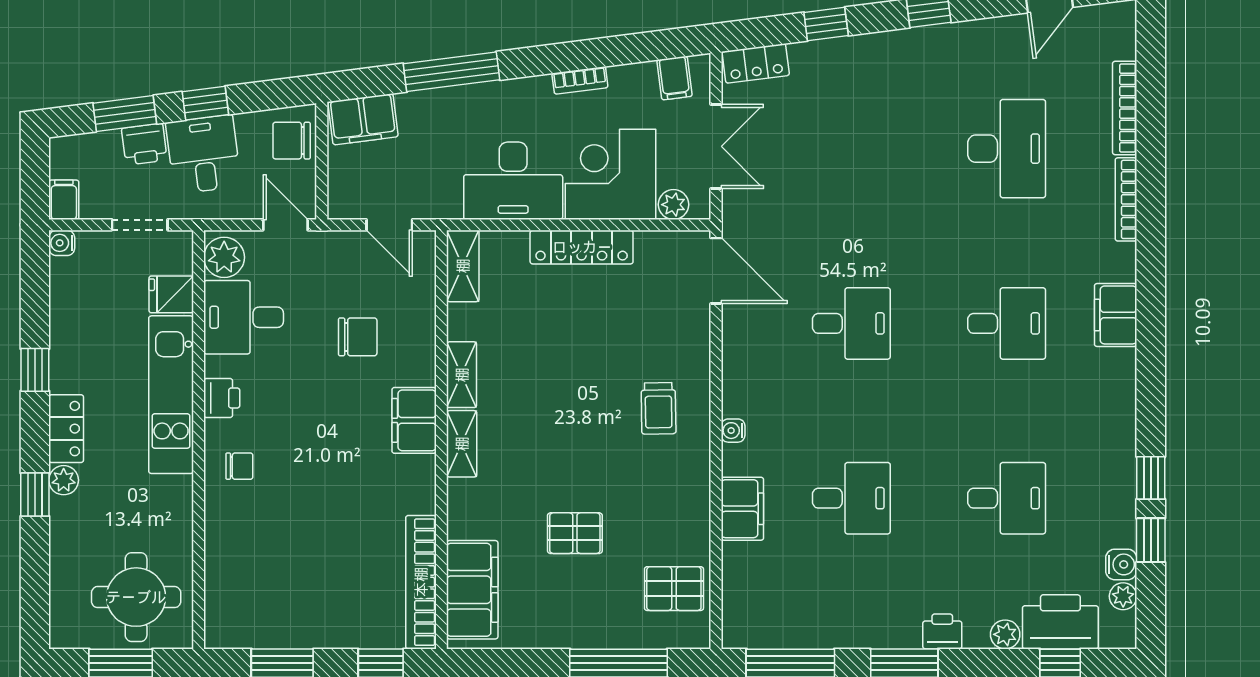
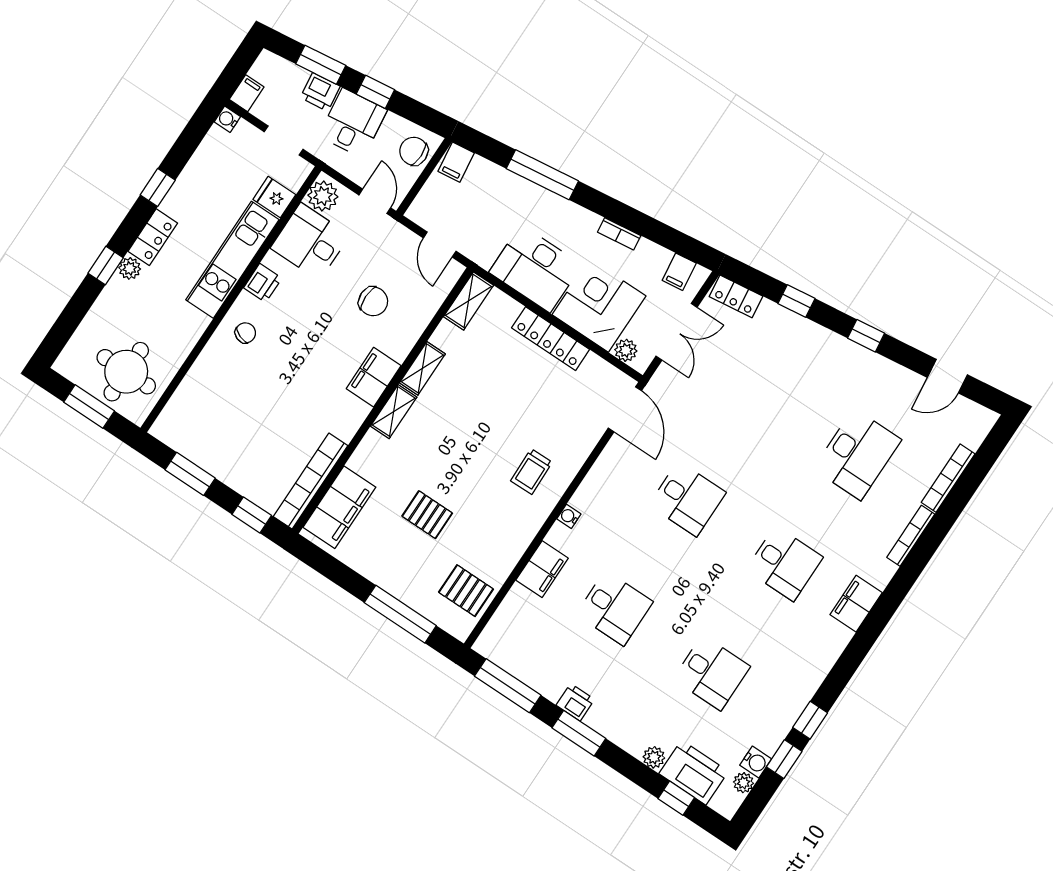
filing cabinet: (363, 119) -> (456, 162), width x0.50
chair: (239, 466) -> (245, 333), turned -69
printer: (942, 631) -> (575, 702), moved

